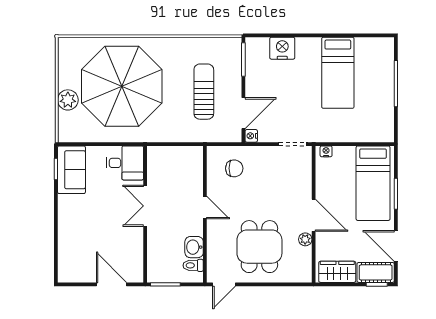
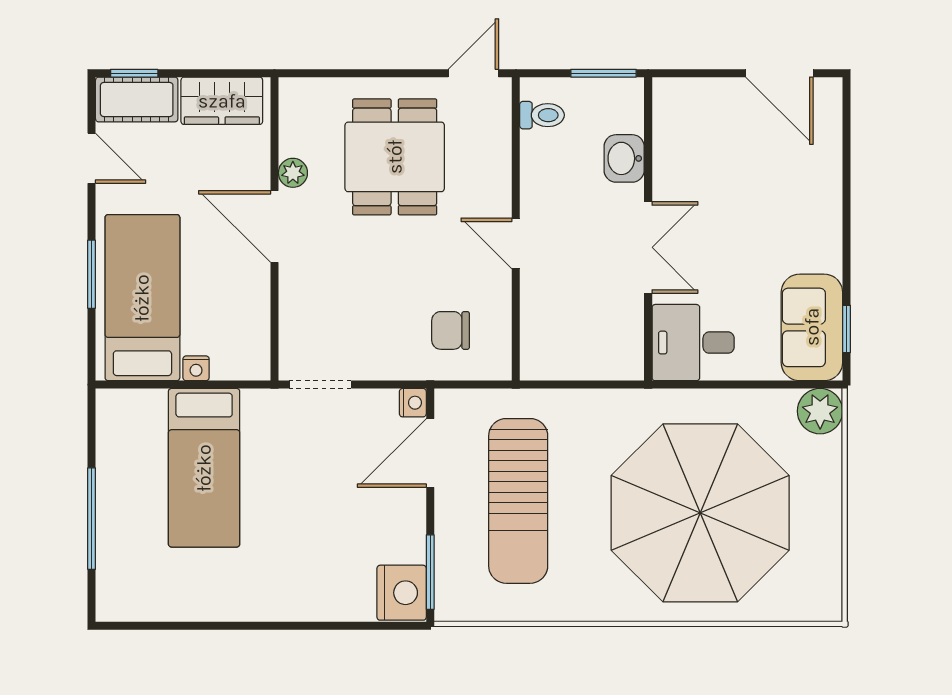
nightstand: (282, 48) -> (402, 593), moved, turned -90
bed: (338, 73) -> (204, 468), moved, turned 180
sun lounger: (204, 92) -> (518, 501), width x1.36, depth x1.34
plant: (68, 100) -> (820, 411), moved
nightstand: (326, 151) -> (196, 368), moved
door: (396, 246) -> (92, 158), width x0.73
washbasin: (194, 247) -> (624, 158), moved, turned 180
door: (112, 284) -> (779, 73), moved

